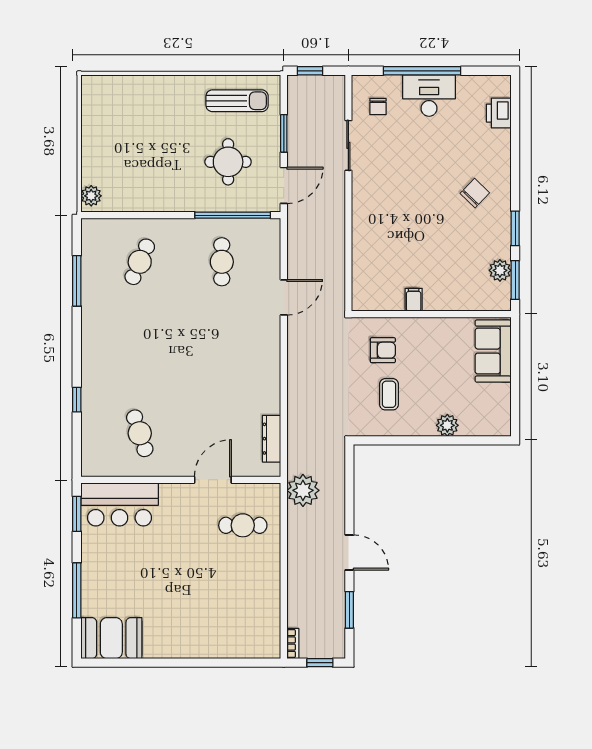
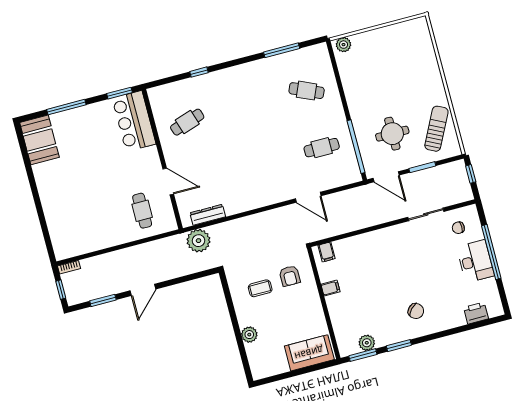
sun lounger: (237, 101) -> (436, 129), turned -153
filing cabinet: (364, 292) -> (327, 252), added
plant: (303, 490) -> (198, 241), moved

